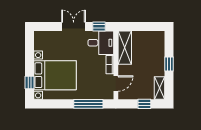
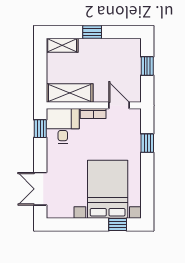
double door: (74, 26) -> (40, 189), moved
shelving: (159, 88) -> (62, 45), moved
window: (88, 104) -> (147, 143), width x0.46

